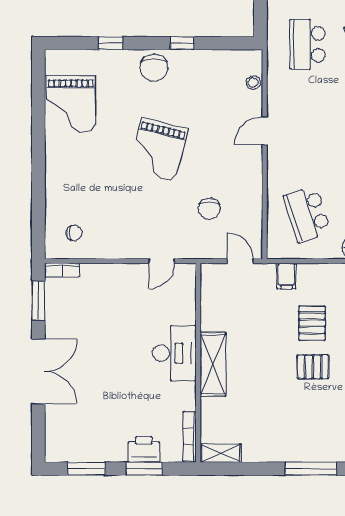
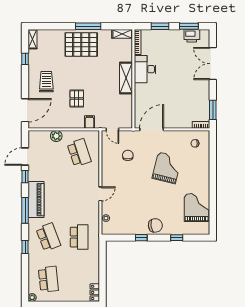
chair: (154, 68) -> (155, 225), turned 81
grand piano: (158, 150) -> (167, 168), moved
door: (162, 261) -> (152, 129), width x1.87
desk: (174, 353) -> (145, 69), moved
pallet: (313, 367) -> (81, 44), moved, width x2.05, depth x2.00
double door: (38, 371) -> (213, 64), moved
printer: (144, 450) -> (192, 36), moved
window: (311, 469) -> (88, 26), moved

